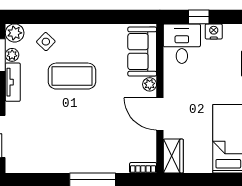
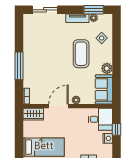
plant: (15, 33) -> (107, 68), moved
sofa: (142, 52) -> (104, 89), moved, turned -90

